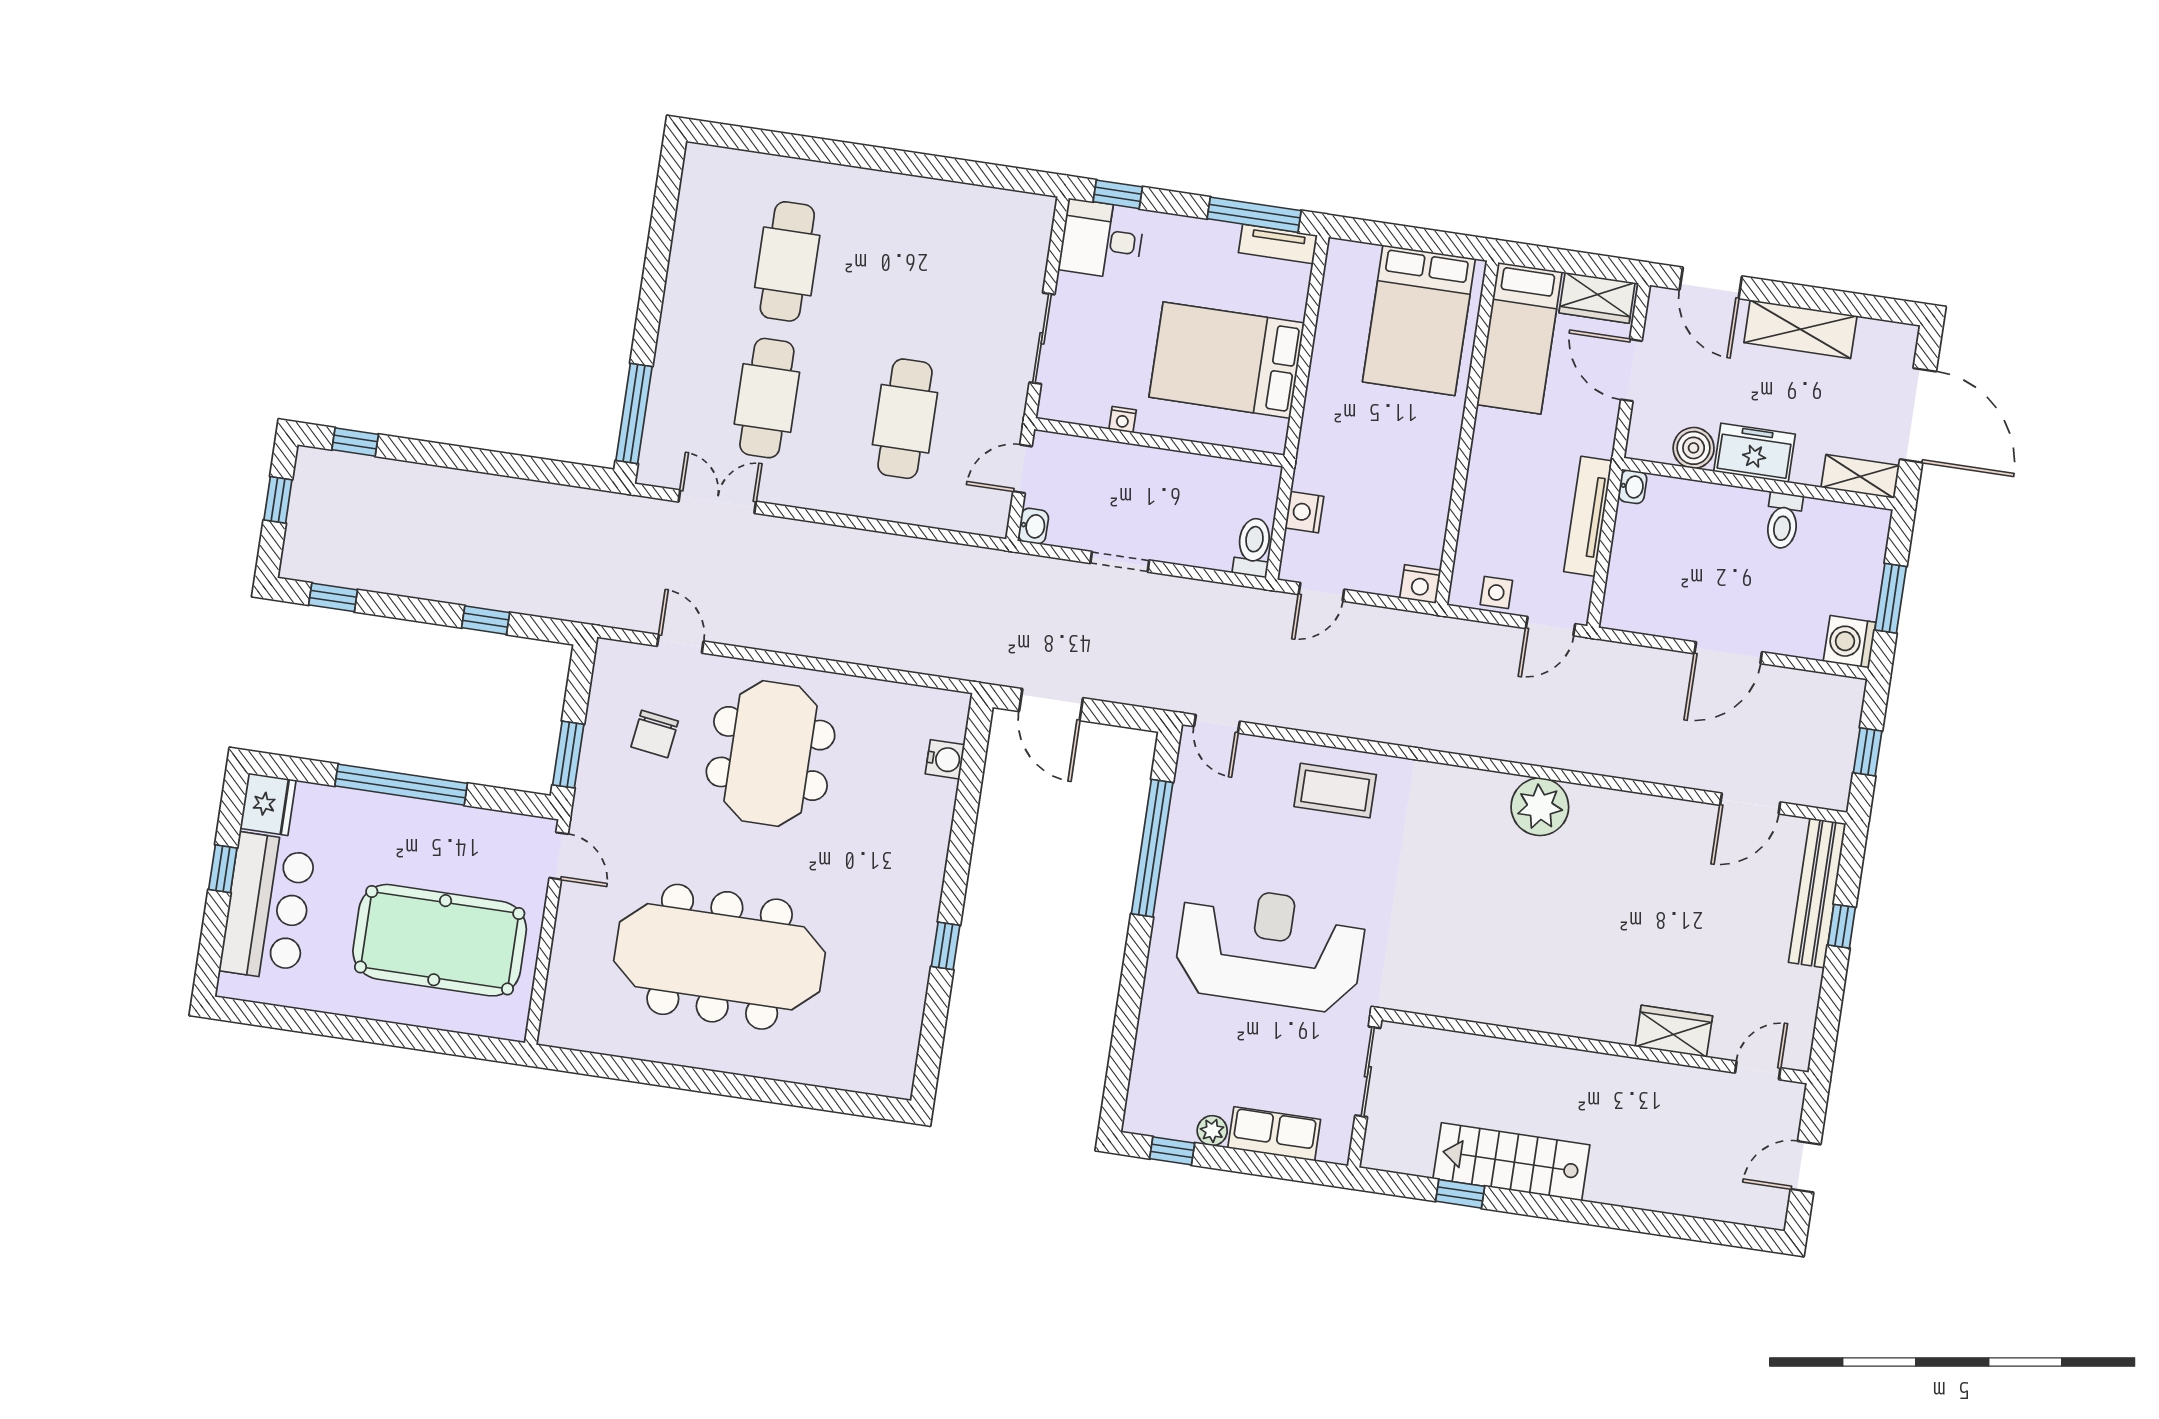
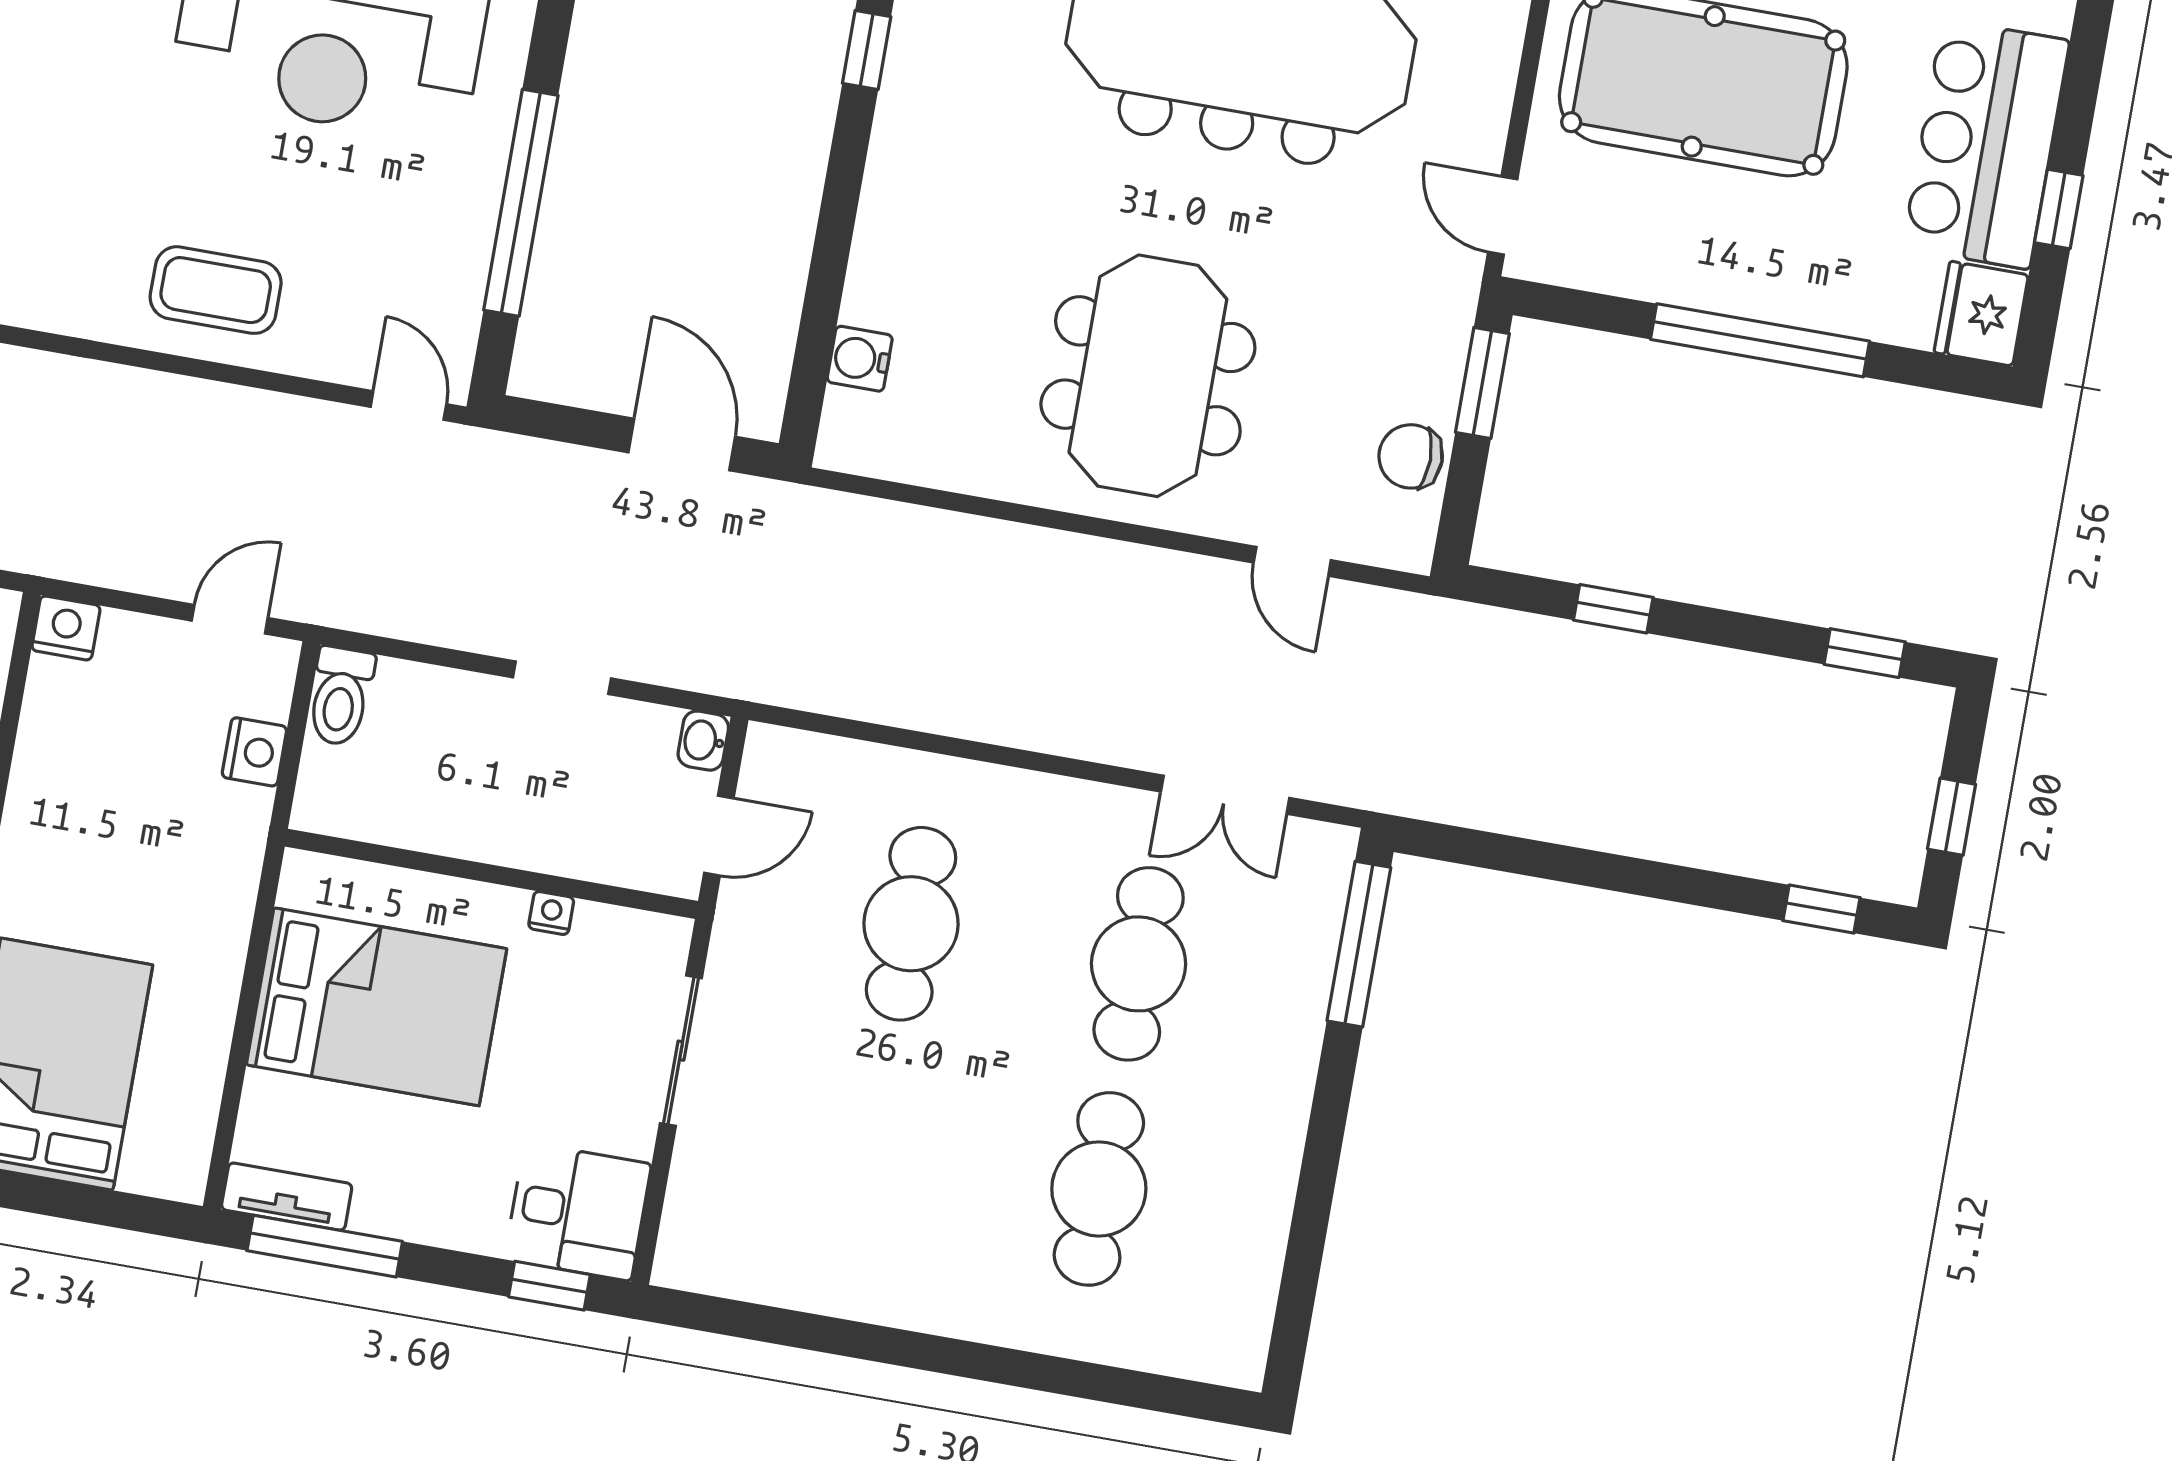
chair: (655, 734) -> (1411, 456), moved, turned -98

